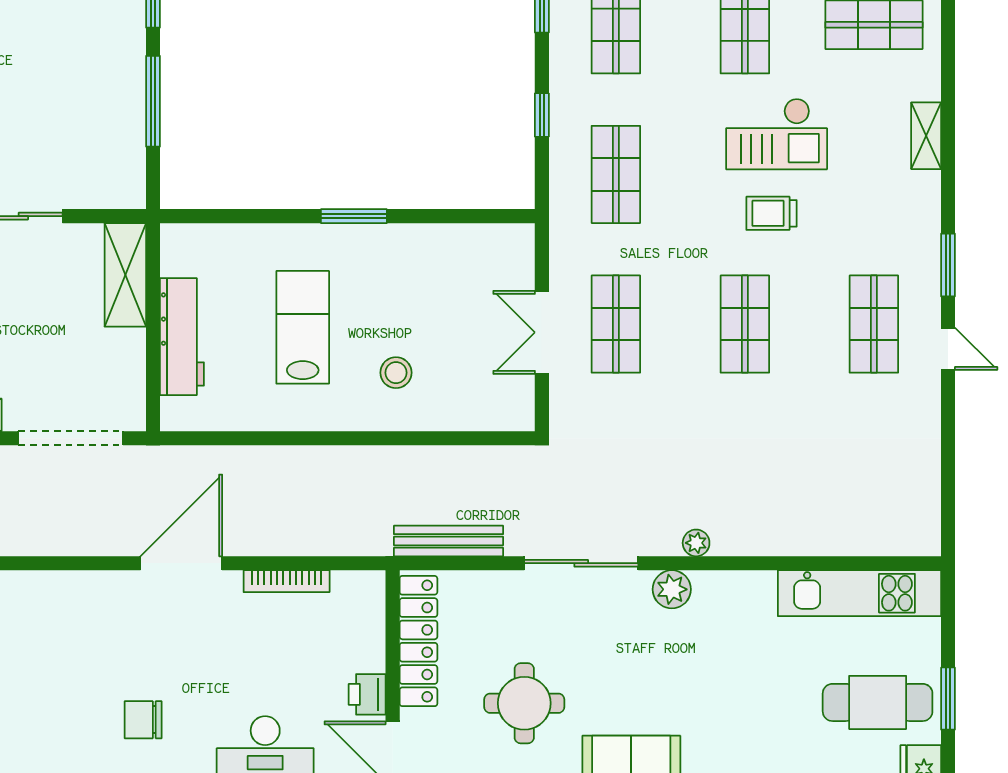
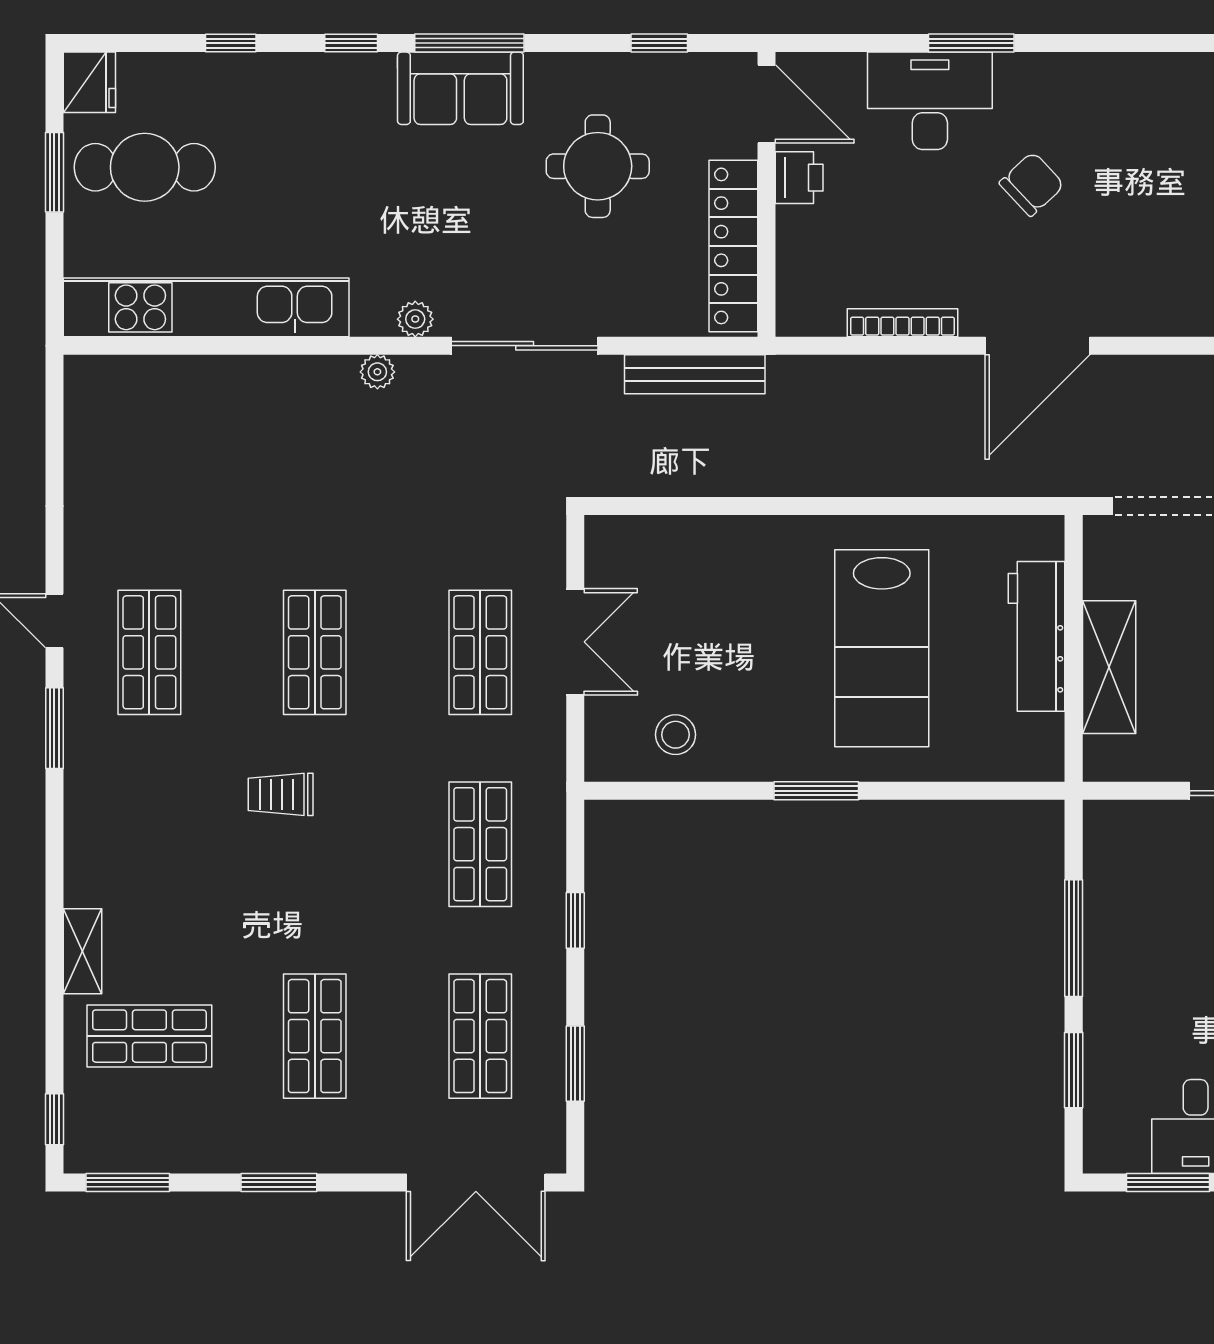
checkout: (777, 134) -> (274, 896), removed
shelving: (926, 136) -> (83, 951), moved
trolley: (772, 213) -> (281, 794), turned 180
shelving: (125, 275) -> (1109, 667), moved
lab bench: (303, 327) -> (882, 648), width x1.36, depth x1.39
stool: (396, 373) -> (676, 735), moved
plant: (672, 589) -> (415, 319), width x0.73, depth x0.73
kitchen unit: (859, 593) -> (206, 307), width x1.36
chair: (143, 720) -> (1032, 184), moved, turned -43

